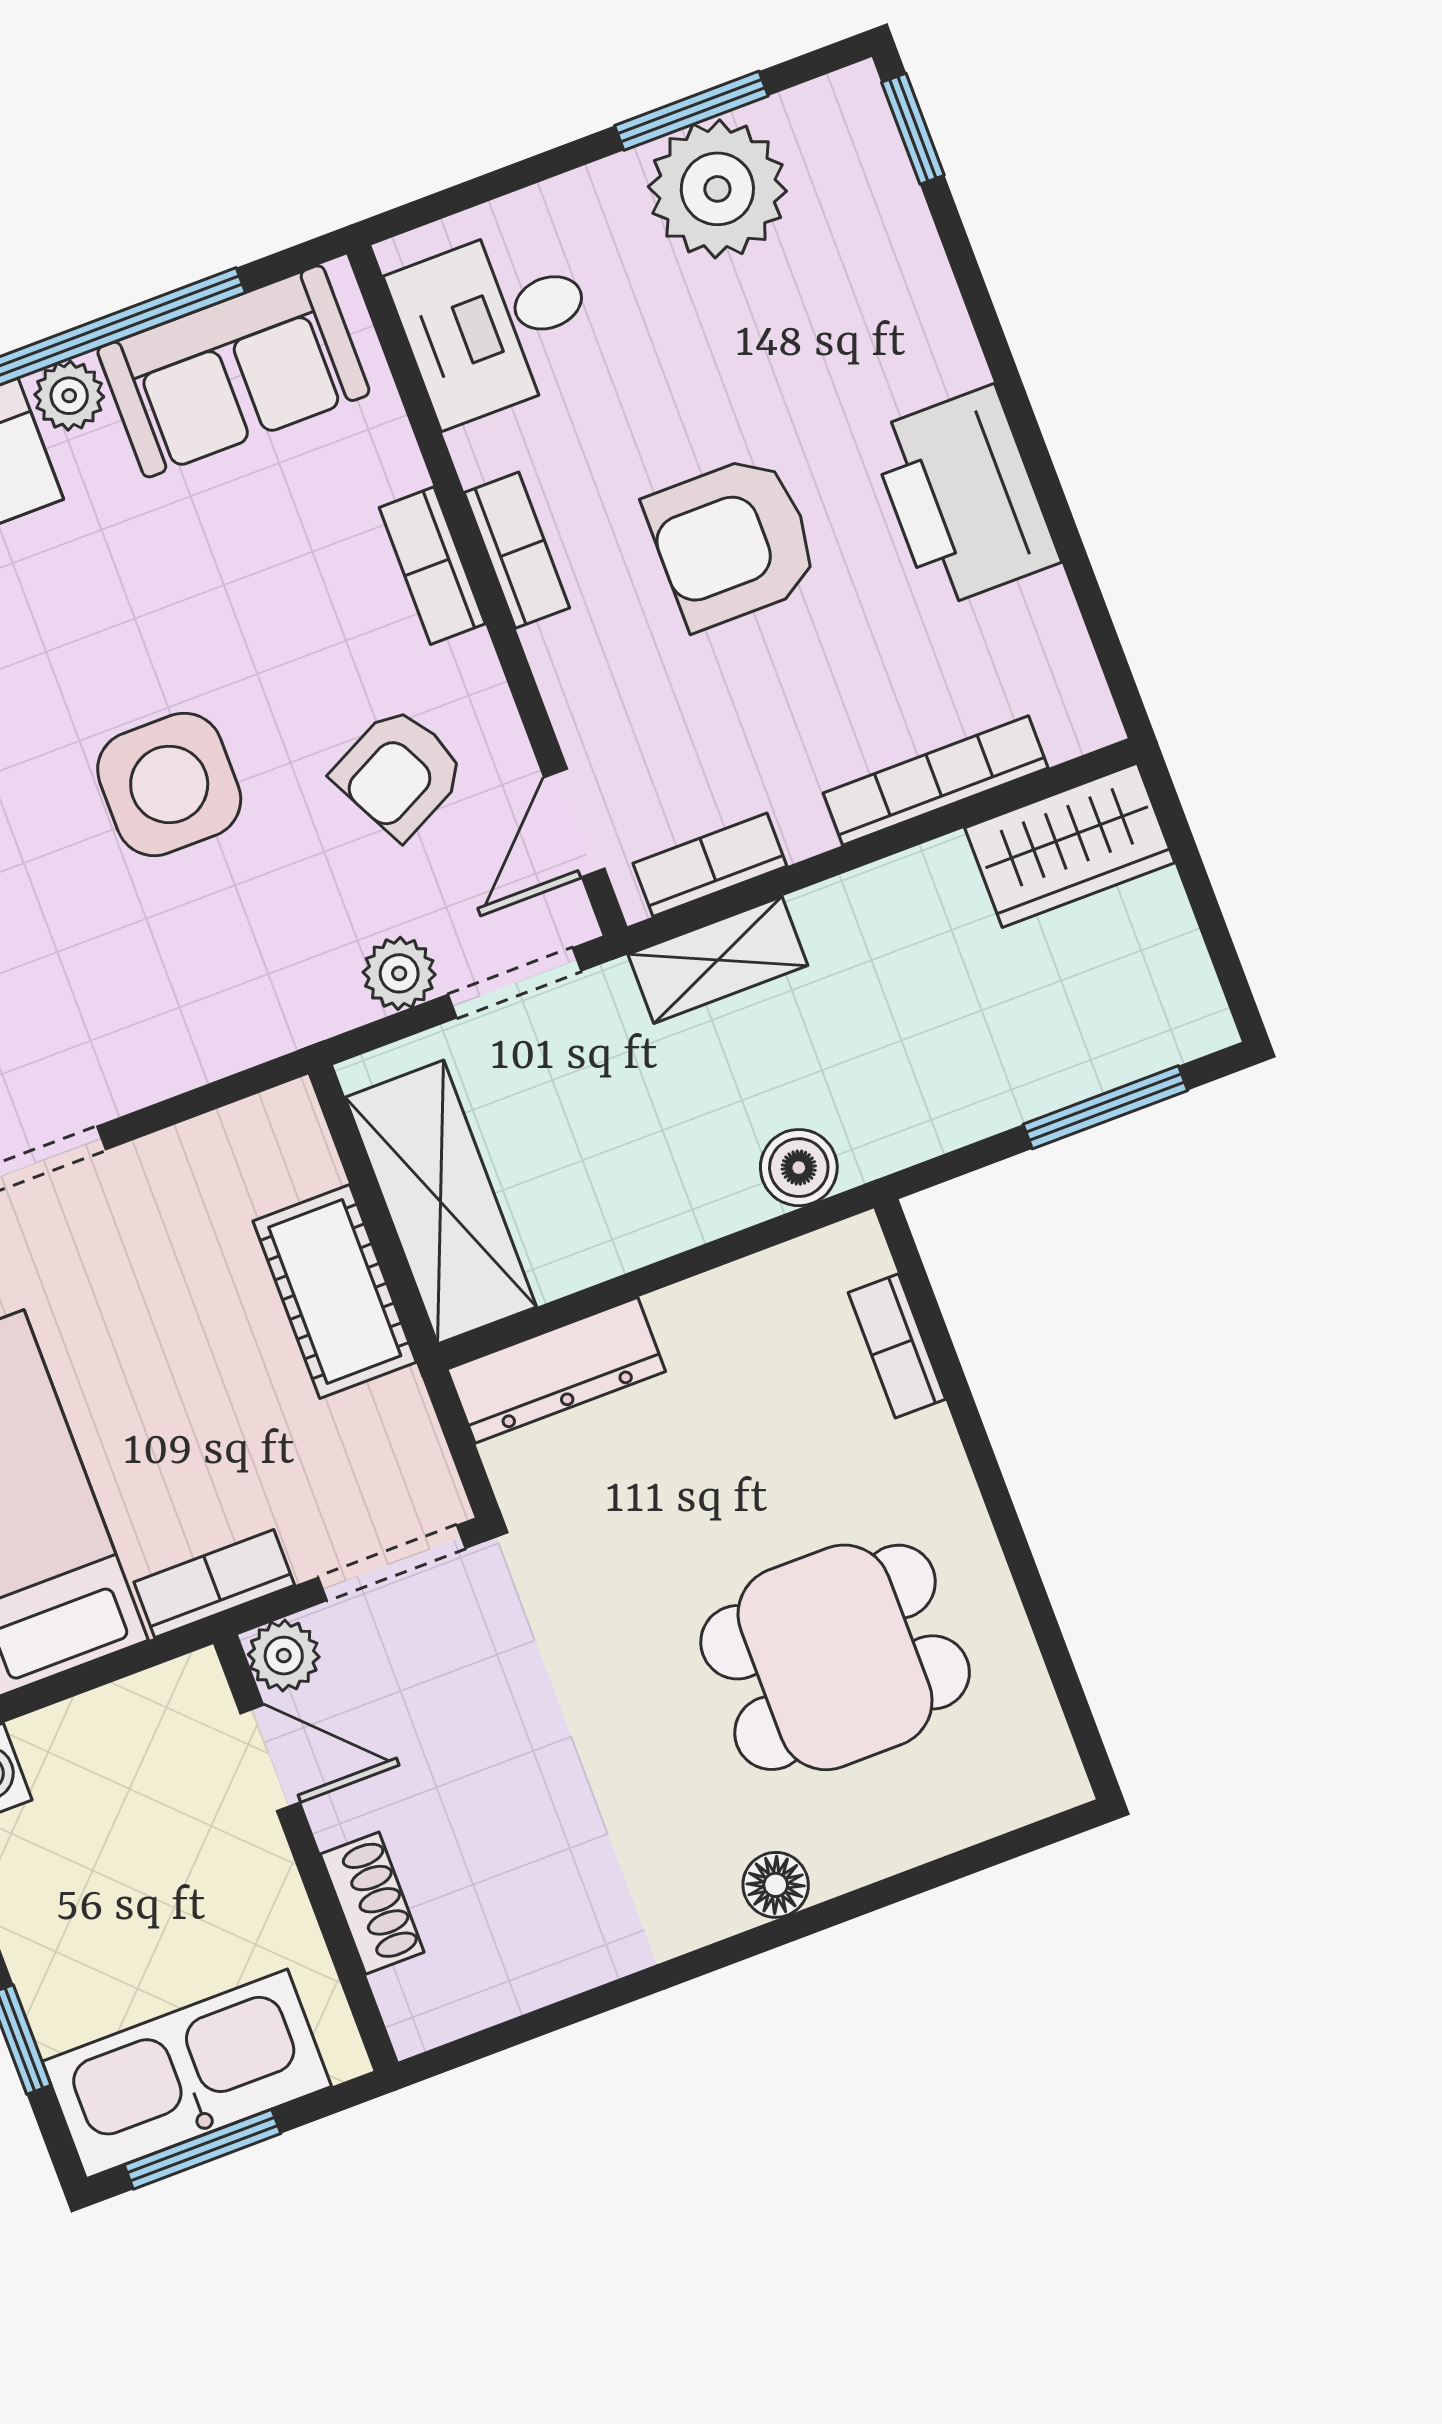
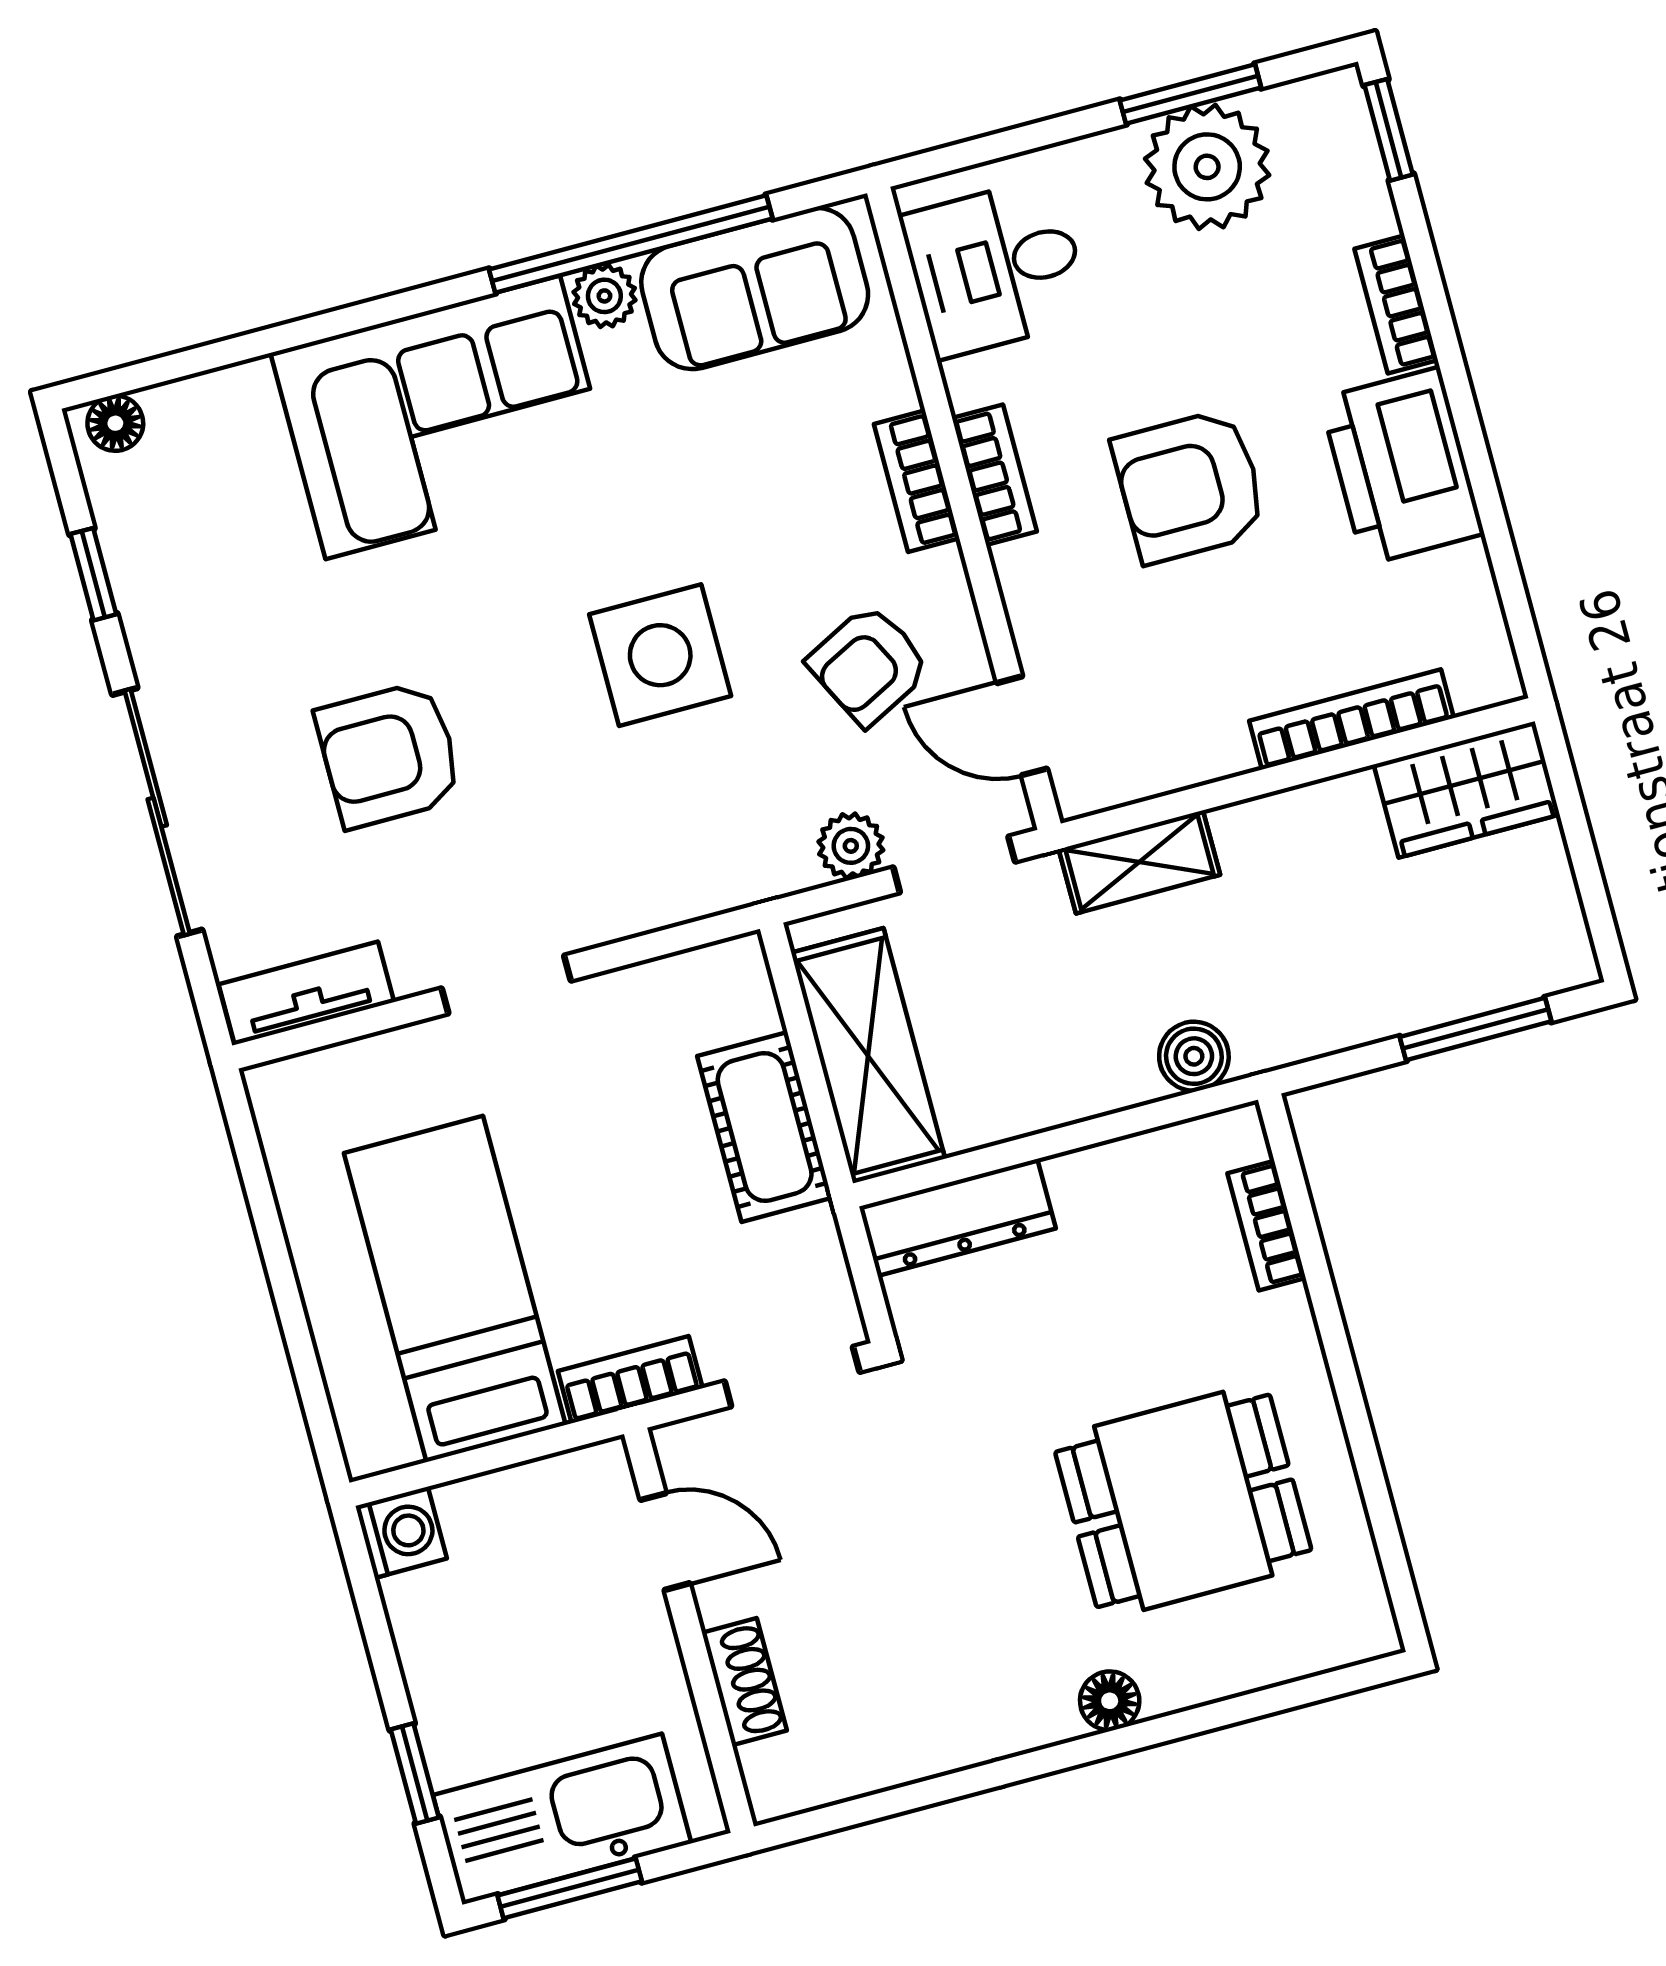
door: (574, 823) -> (1022, 726), hinge flipped
bookcase: (710, 865) -> (1396, 304), moved, turned -90
plant: (284, 1656) -> (686, 1451), removed

